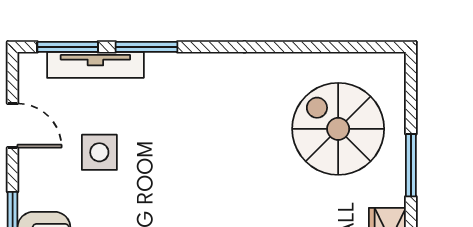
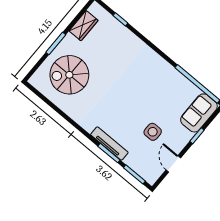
tv unit: (95, 65) -> (109, 144), moved
spiral stairs: (338, 129) -> (69, 75), turned 90

